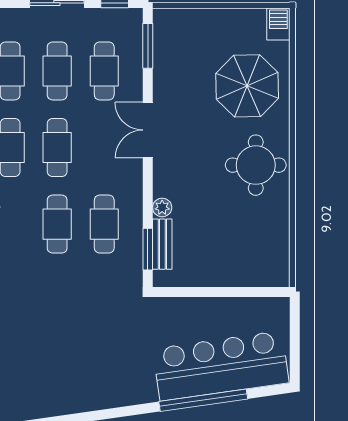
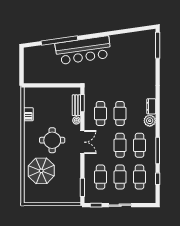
barbecue: (278, 24) -> (28, 114), moved
double door: (148, 130) -> (82, 142), moved
round table: (256, 165) -> (52, 140), moved
bar counter: (221, 366) -> (83, 50), moved

